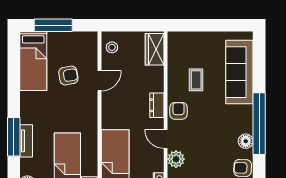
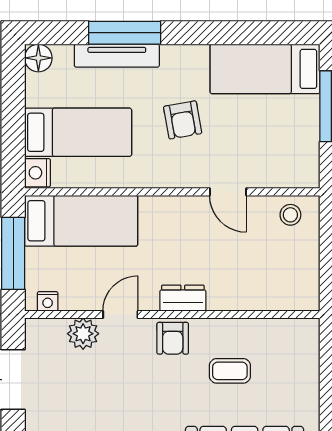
wardrobe: (155, 49) -> (287, 294), removed
armchair: (68, 76) -> (183, 120), moved
armchair: (178, 111) -> (173, 338), turned 90
tv unit: (26, 141) -> (117, 56), width x1.41

